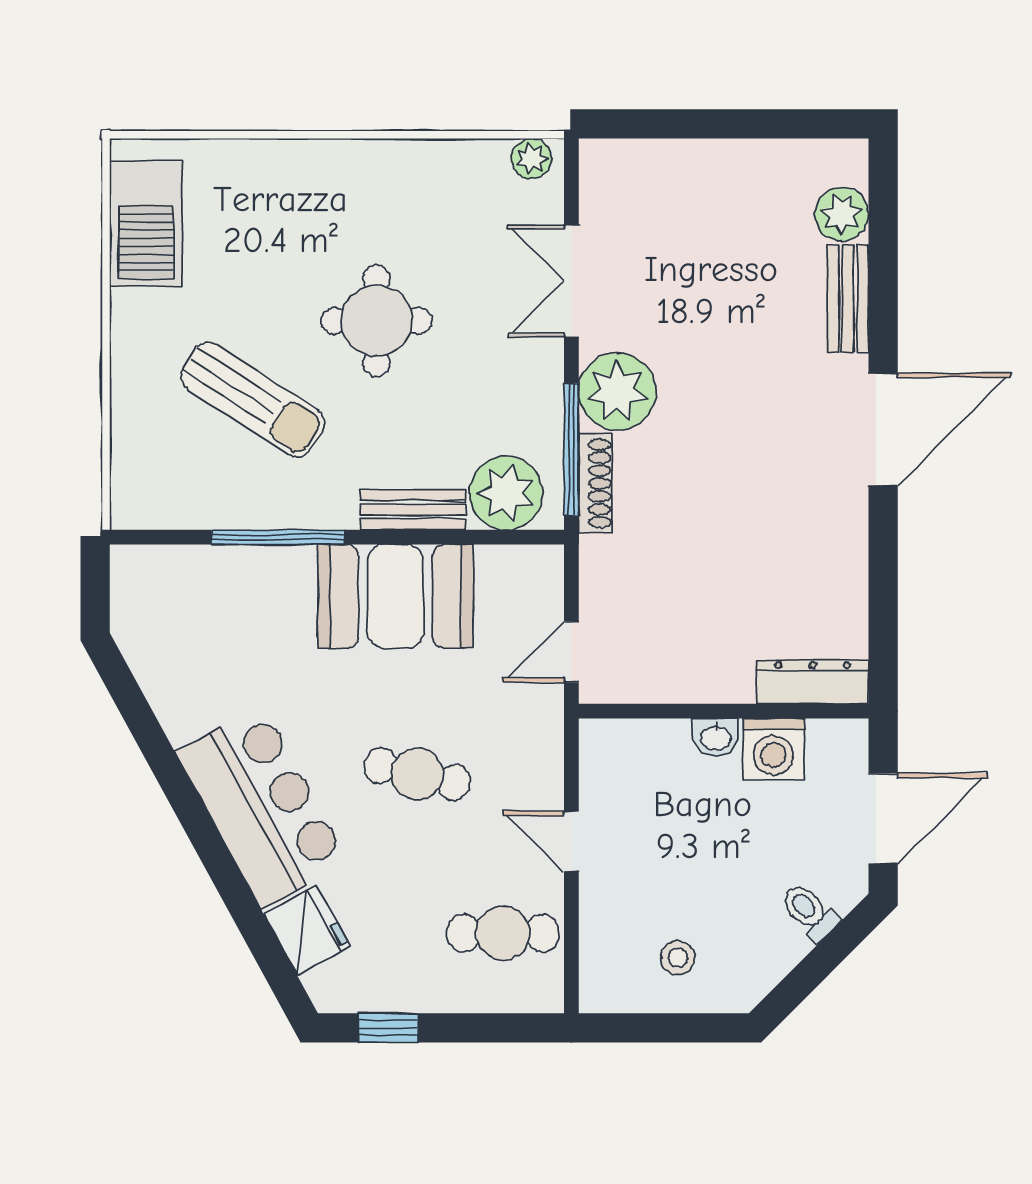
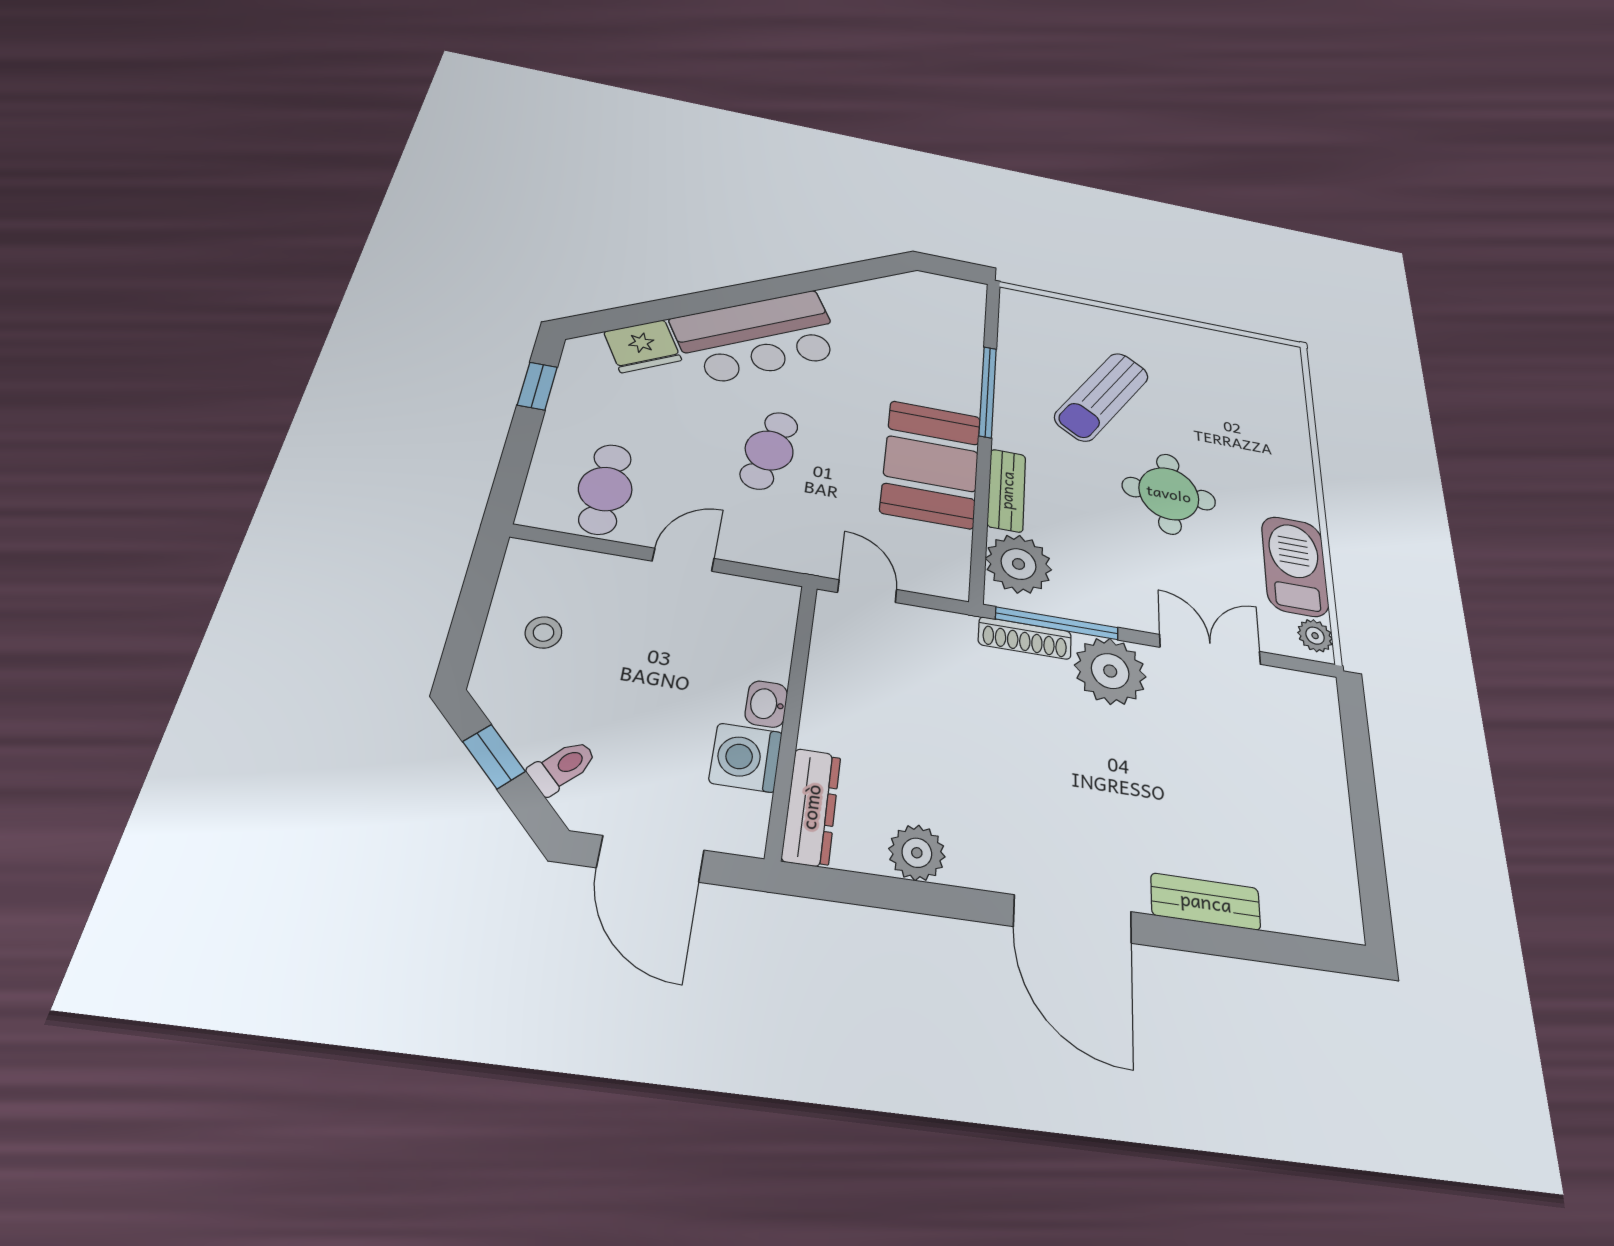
plant: (842, 214) -> (917, 853), moved
barbecue: (146, 223) -> (1295, 566), moved, turned 90
window: (810, 973) -> (494, 756), added

